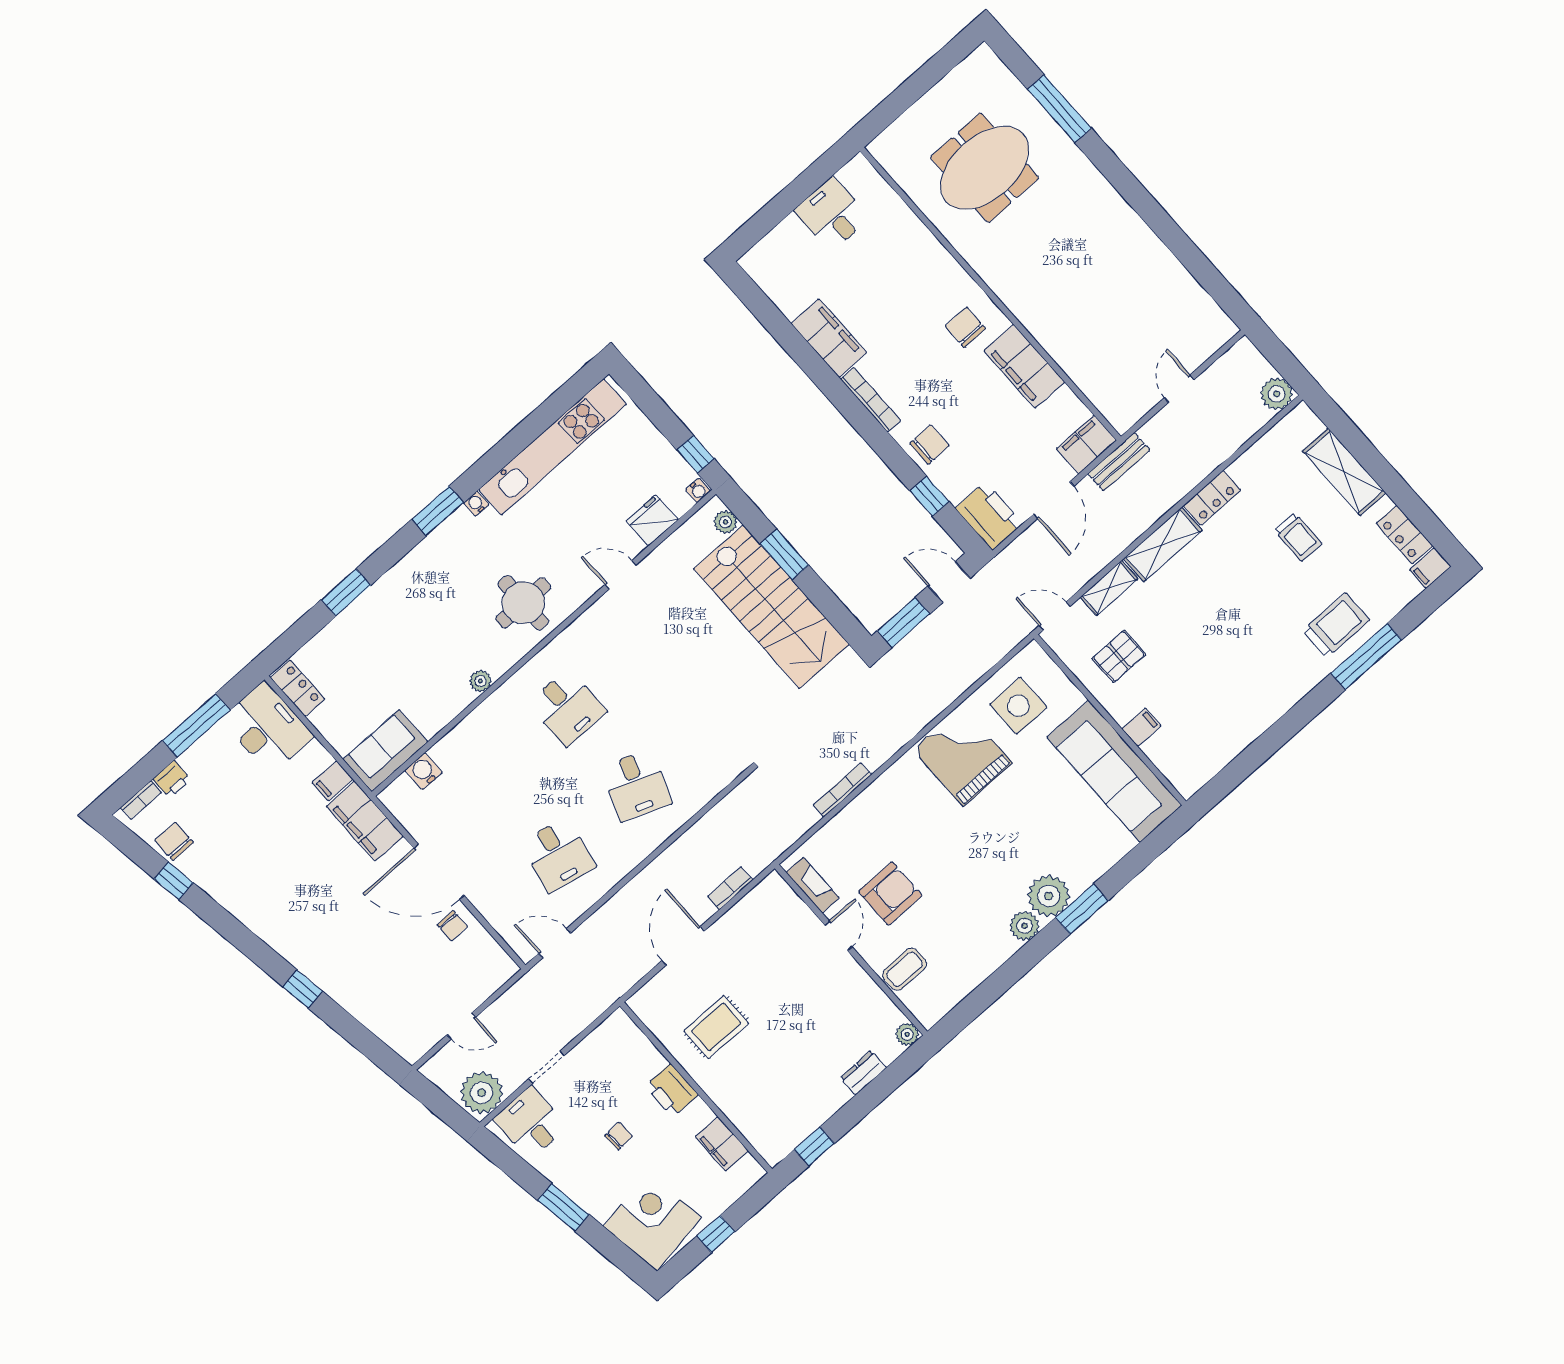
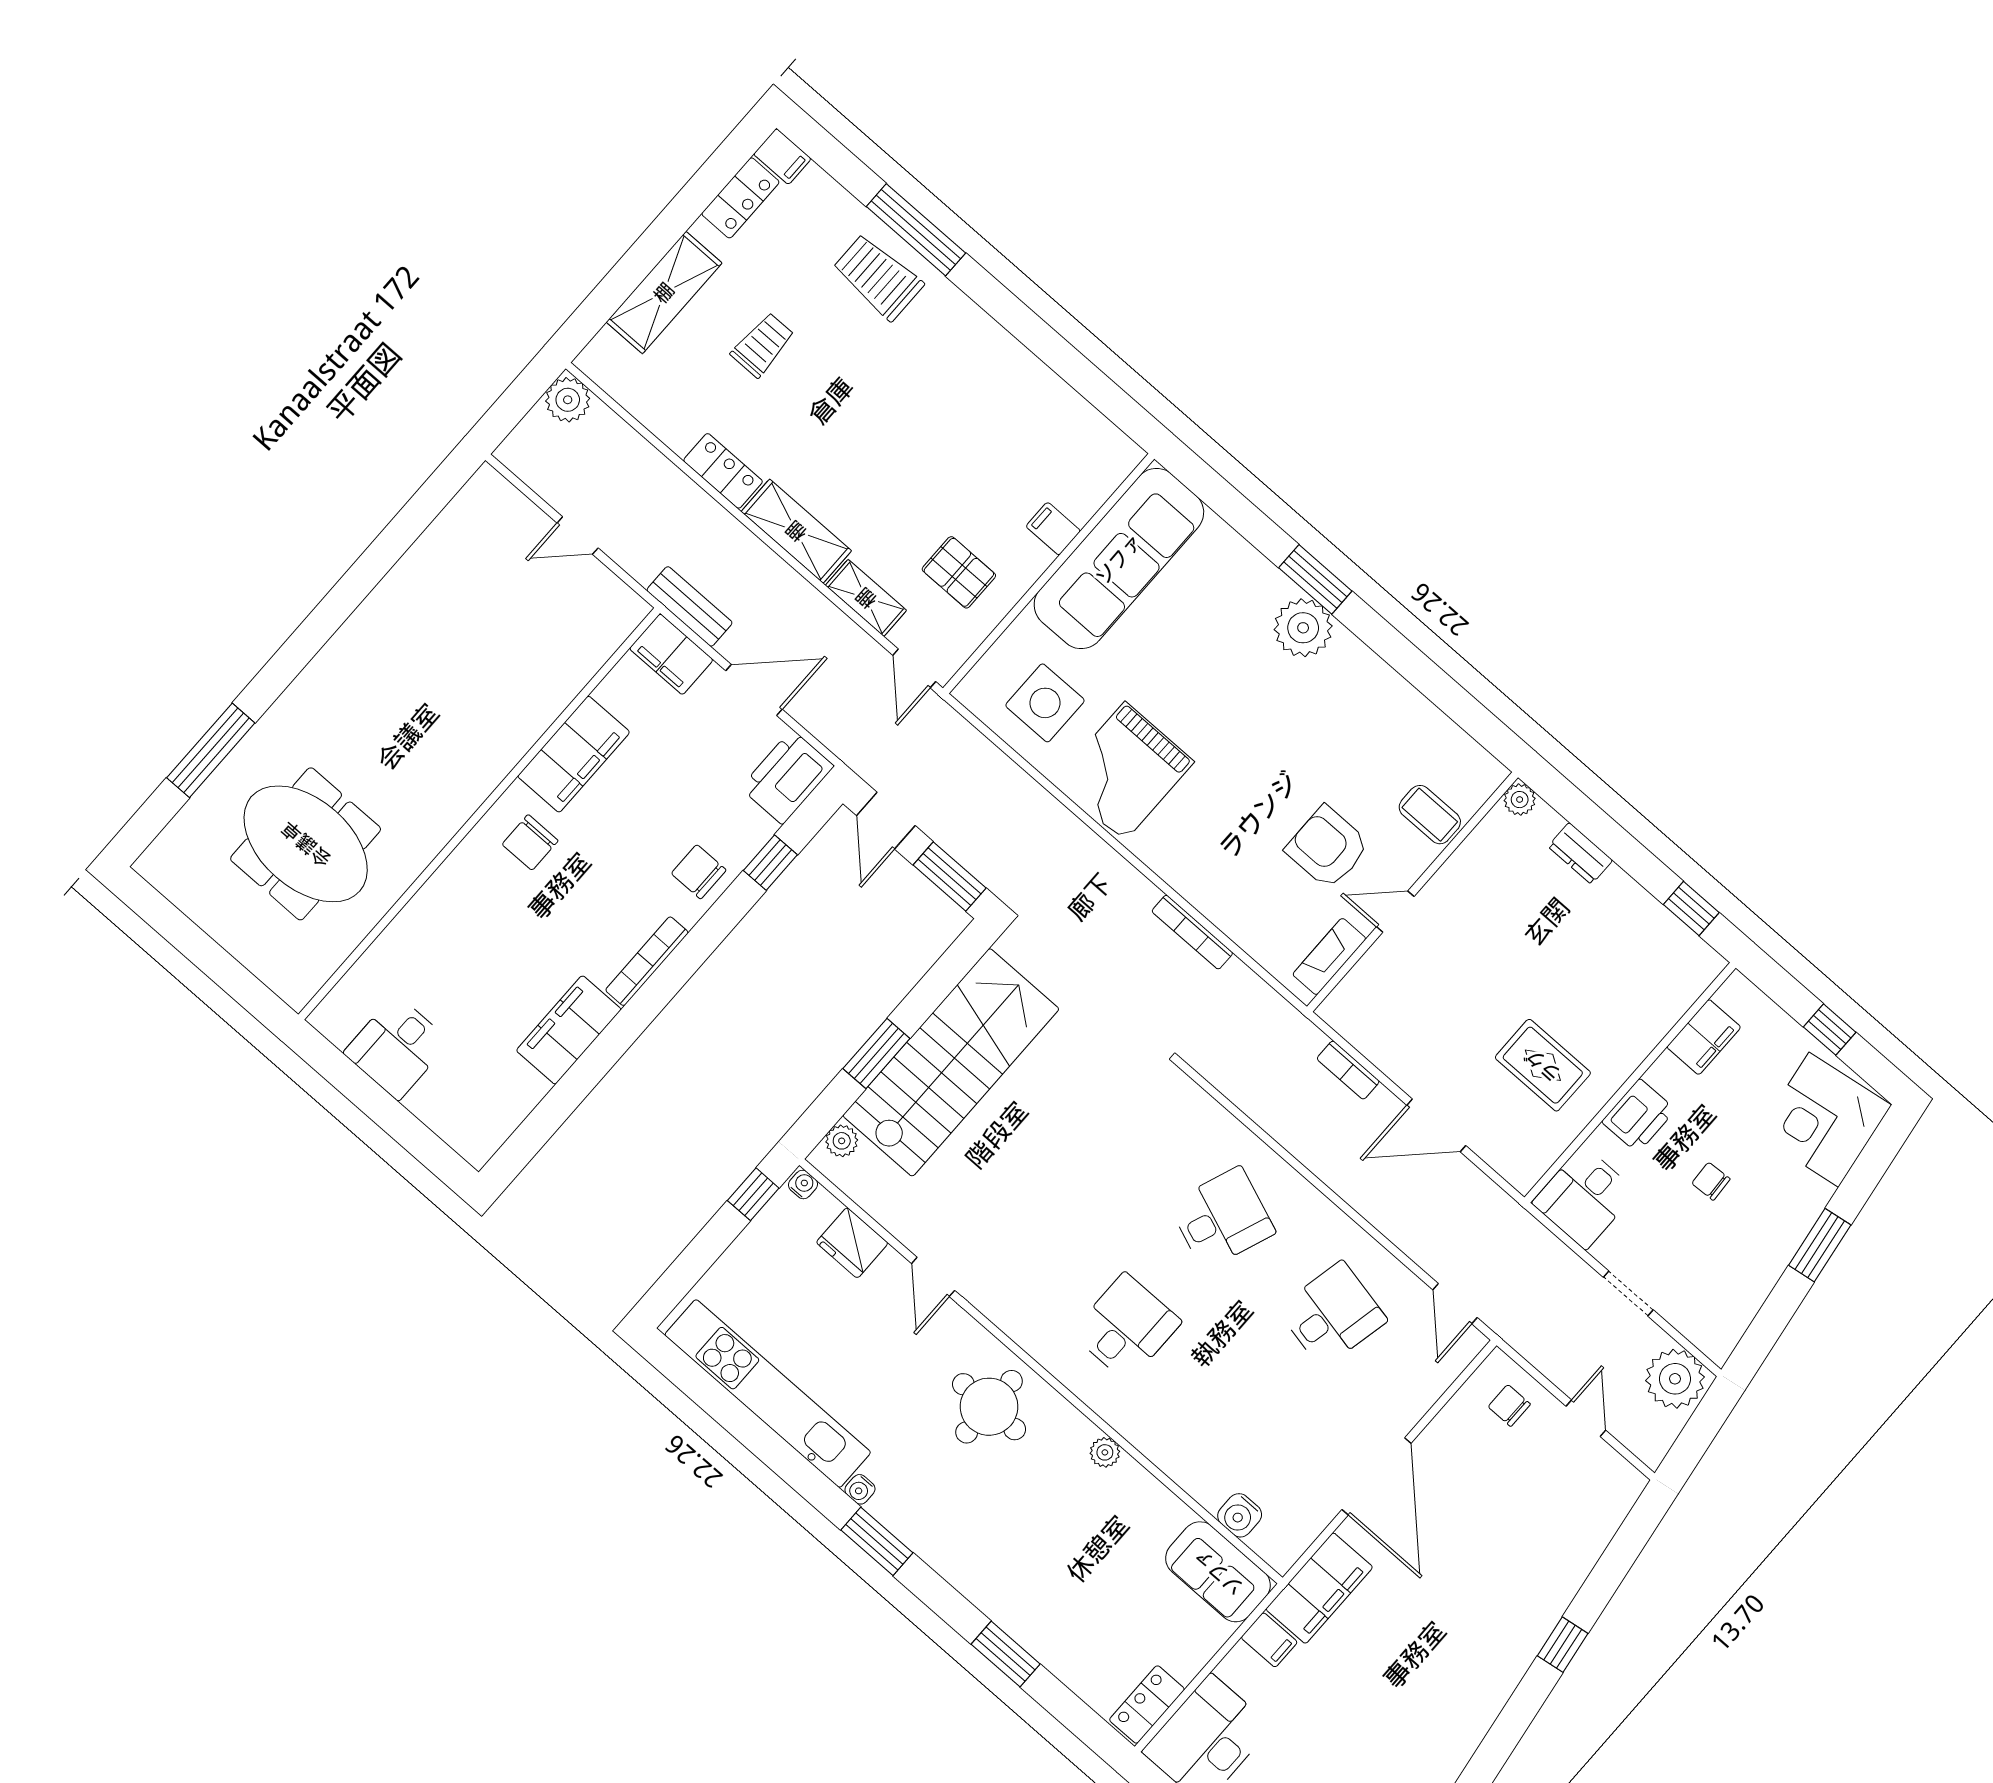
chair: (452, 926) -> (1509, 1405), moved, turned -90
plant: (1025, 926) -> (1349, 656), removed
desk: (530, 1123) -> (1584, 1197), moved

